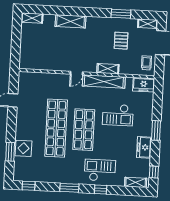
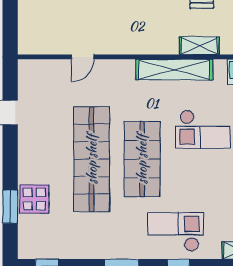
shelving: (108, 69) -> (199, 46), moved
door: (77, 73) -> (83, 57), moved

